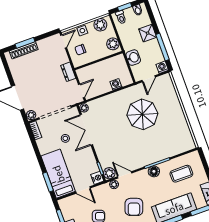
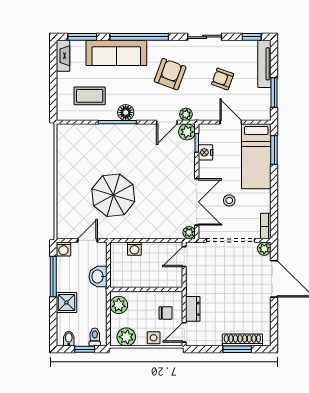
dresser: (68, 72) -> (193, 309), moved
door: (125, 175) -> (167, 122), hinge flipped
nightstand: (97, 178) -> (205, 152), moved

